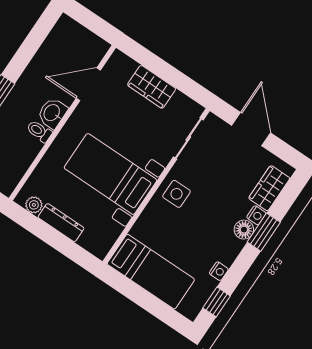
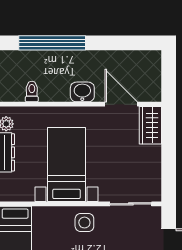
wardrobe: (152, 87) -> (150, 125), moved
toilet: (39, 131) -> (32, 92), moved

